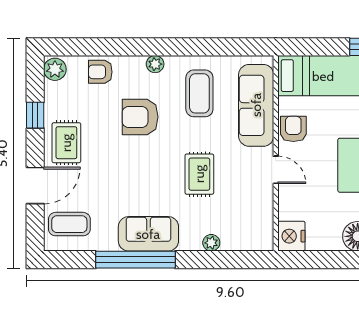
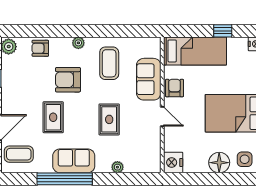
sofa: (256, 105) -> (149, 79), width x0.73
rug: (66, 143) -> (53, 117), moved

